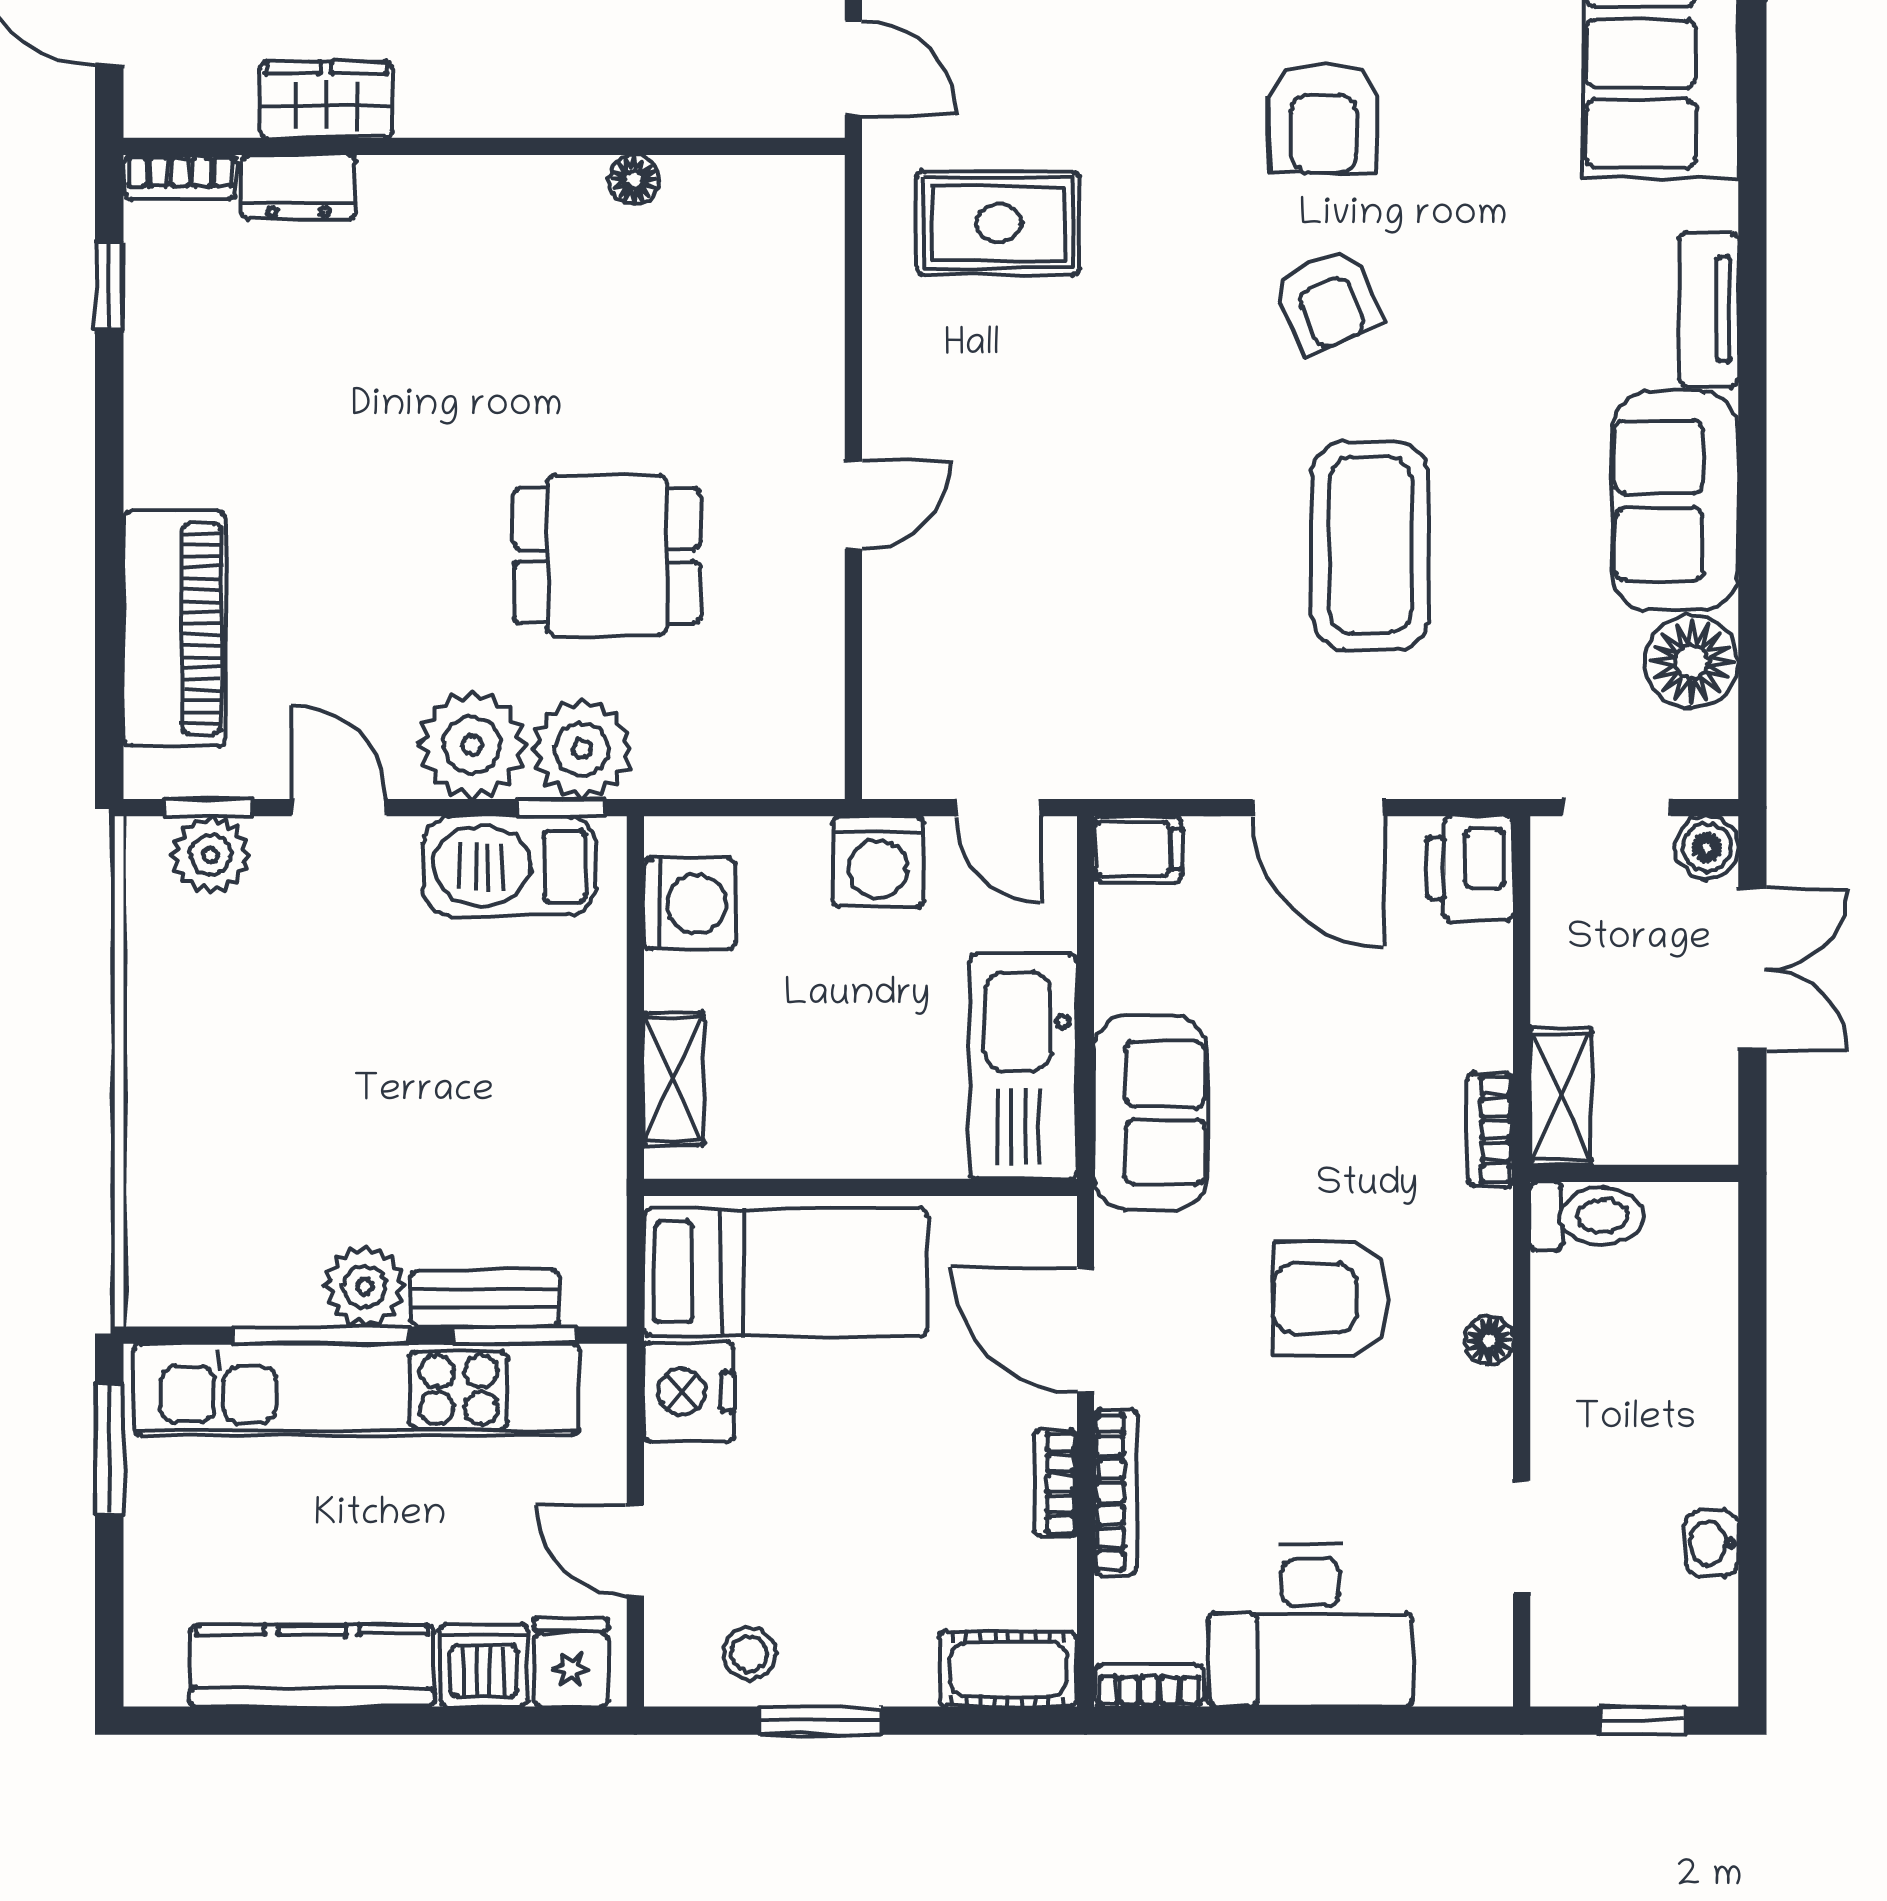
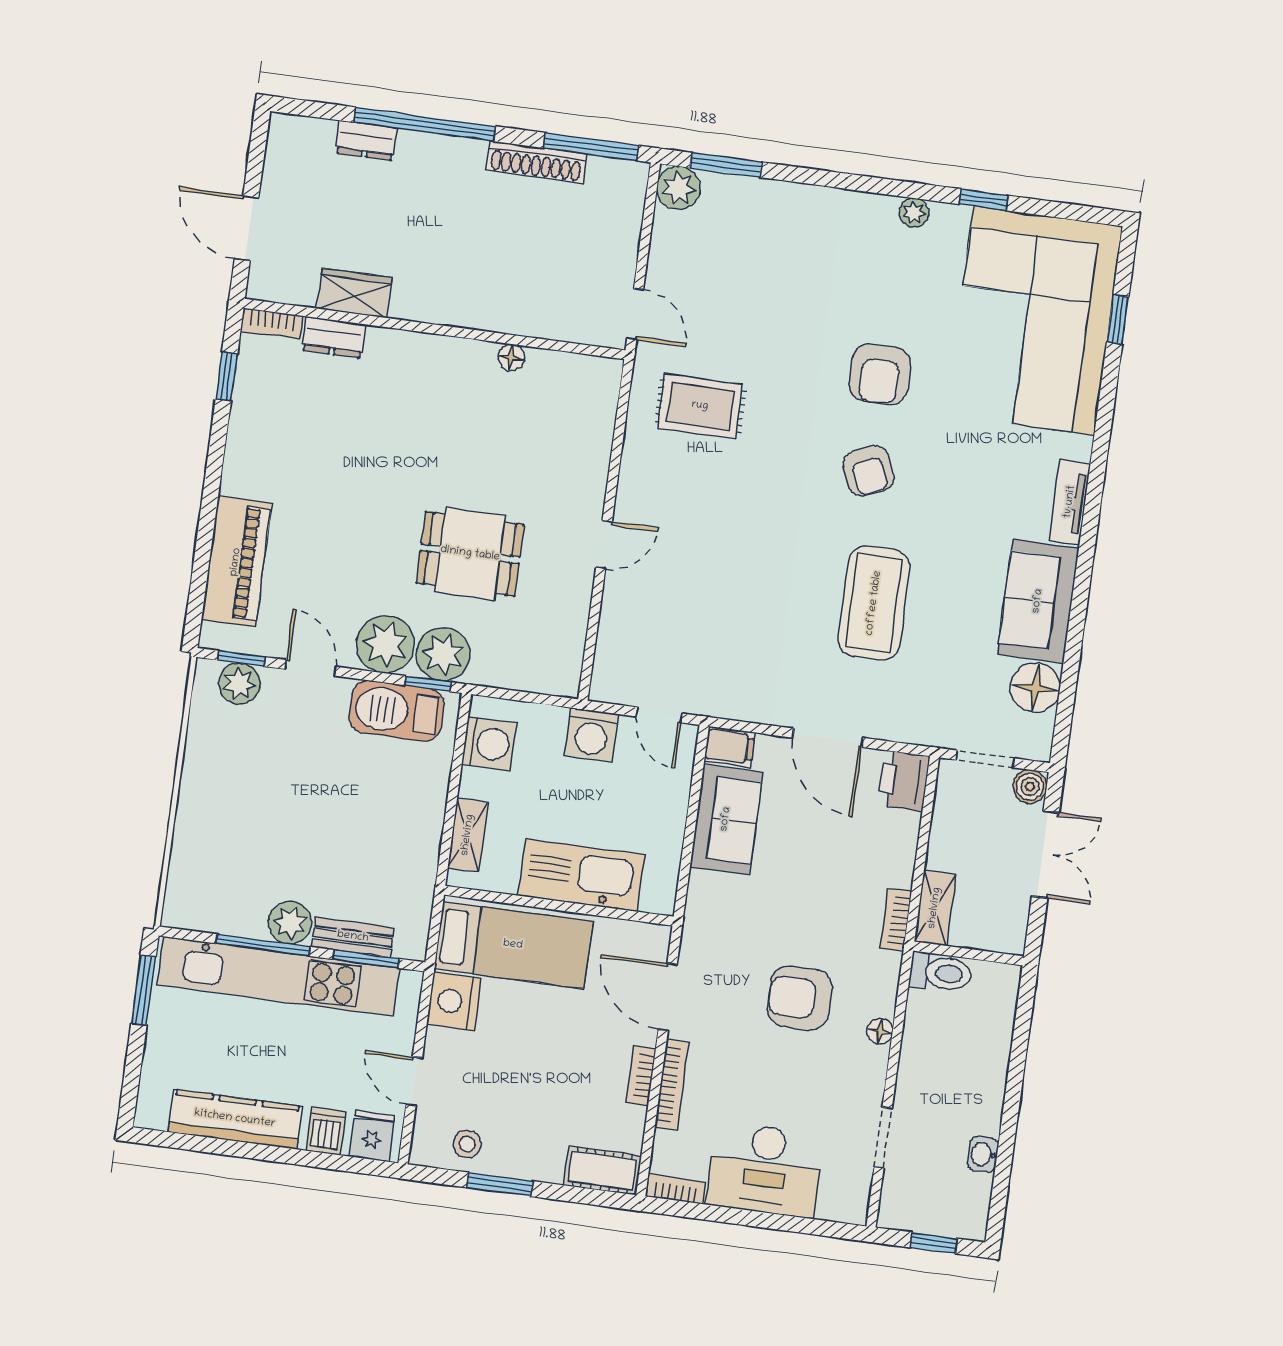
kitchen sink: (1023, 1067) -> (581, 875), moved, turned 90
sofa: (1150, 1113) -> (726, 819), moved
dishwasher: (484, 1665) -> (326, 1131), width x0.73

